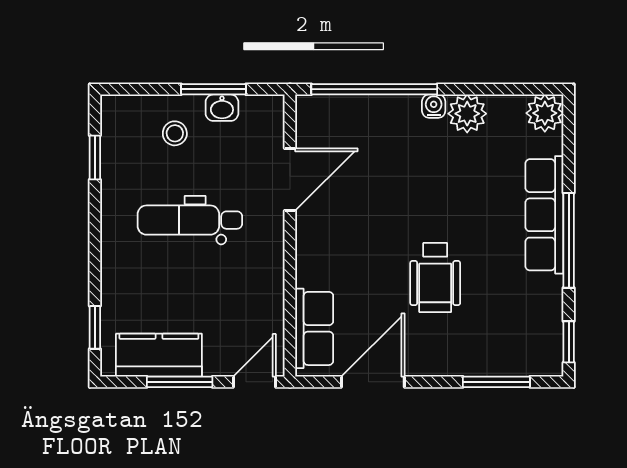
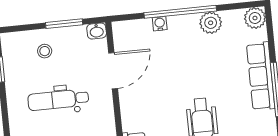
window: (374, 89) -> (180, 12), moved
water cooler: (434, 106) -> (160, 24), moved
washbasin: (222, 108) -> (97, 31), moved

